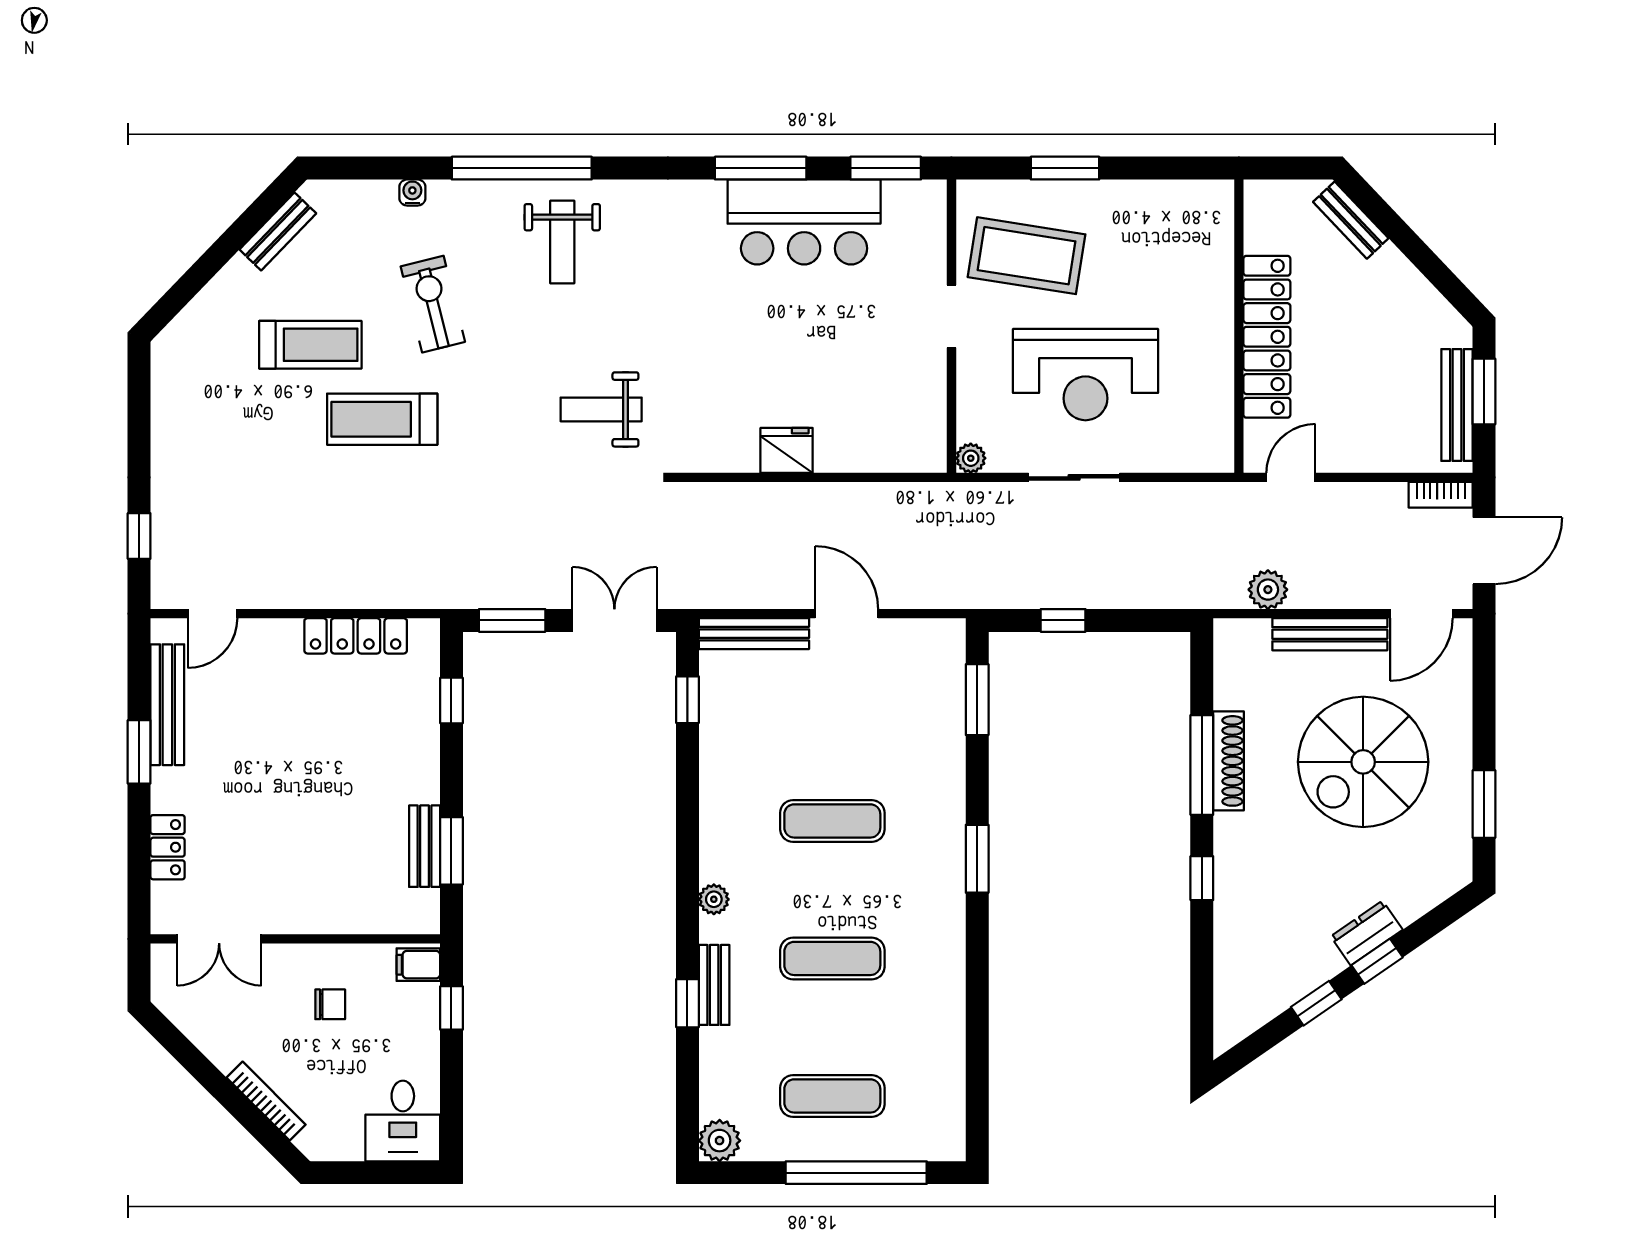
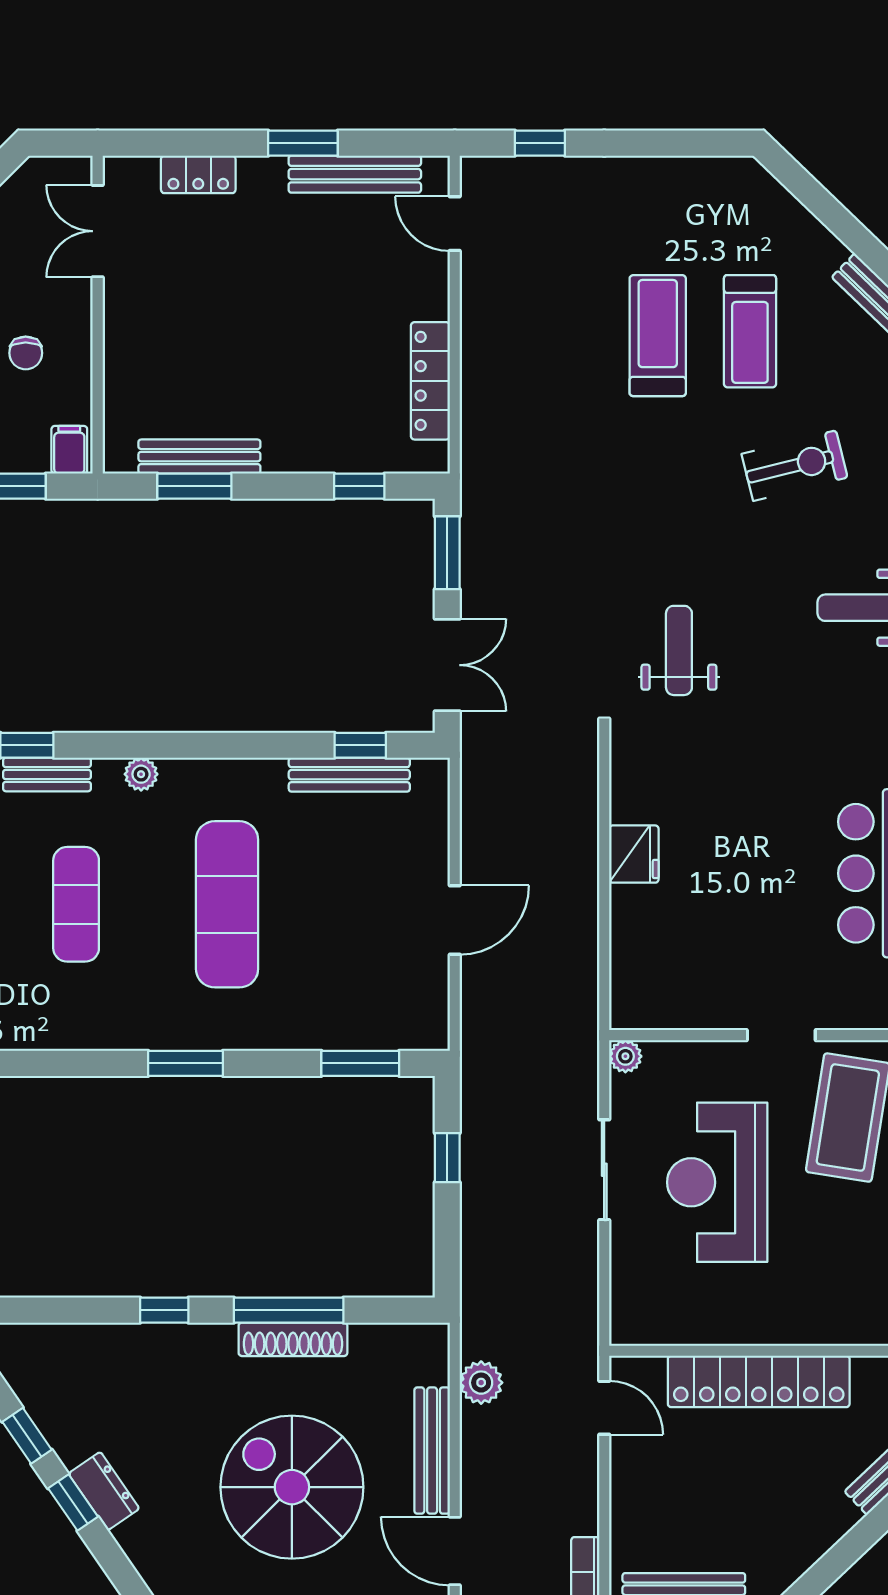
treadmill: (382, 419) -> (658, 336), moved
bench: (754, 634) -> (349, 775), moved, turned 90
exercise mat: (832, 821) -> (227, 904), width x1.36, depth x1.45
bench: (425, 846) -> (199, 457), width x1.36

